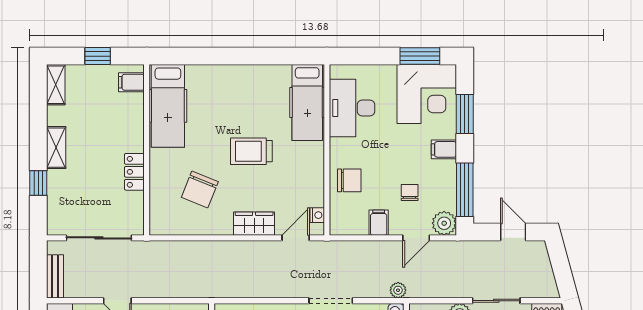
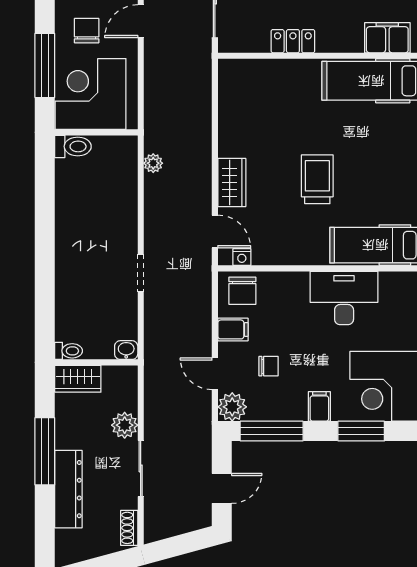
filing cabinet: (131, 82) -> (387, 38), width x2.00
desk: (352, 108) -> (344, 298), moved
chair: (349, 180) -> (242, 291), moved
chair: (200, 189) -> (272, 118), removed
plant: (398, 290) -> (153, 163), moved
doorway: (331, 301) -> (141, 273), width x0.73

